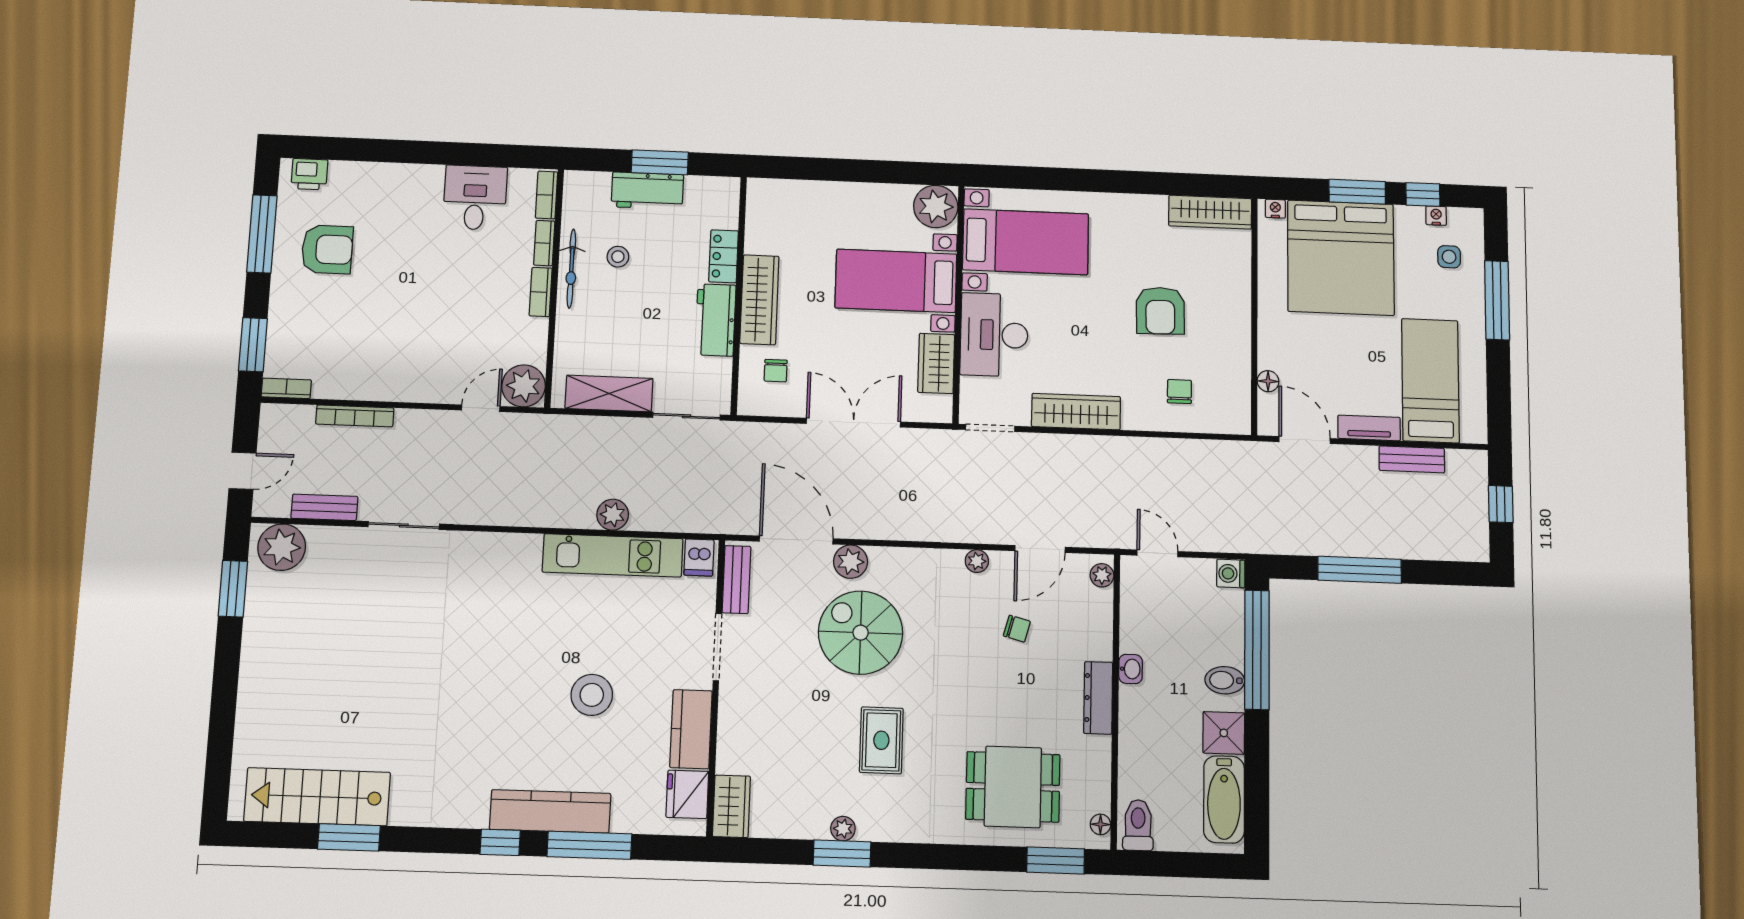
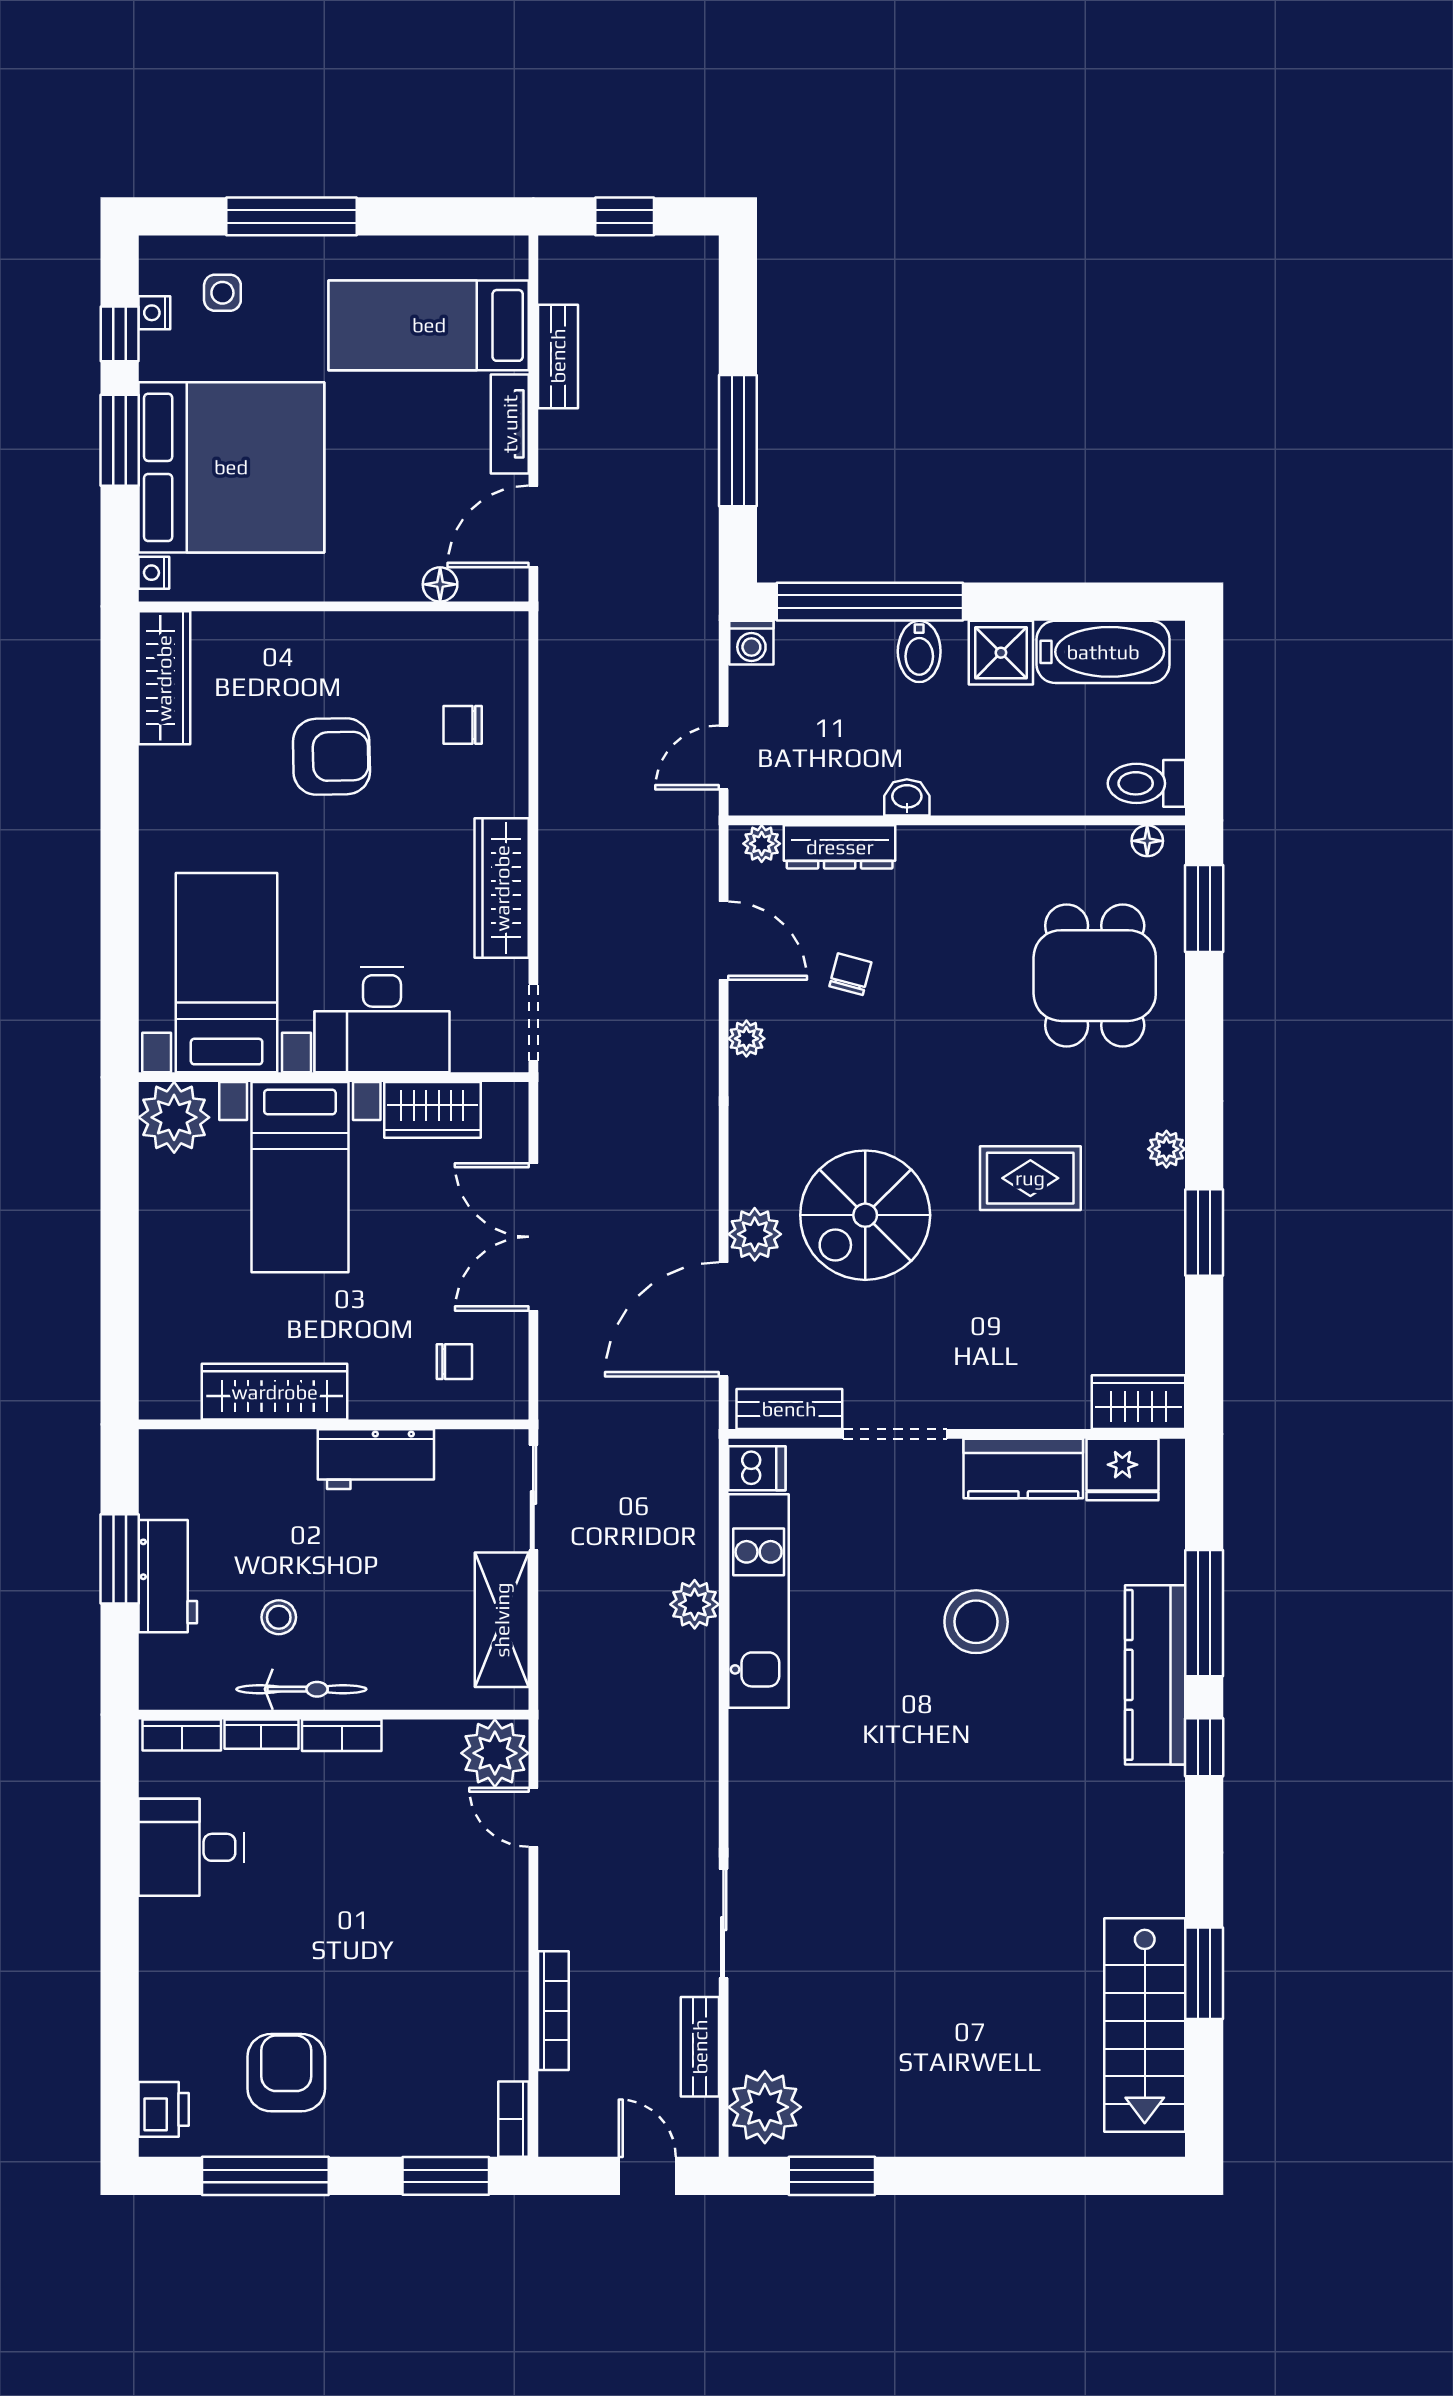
locker: (724, 256) -> (271, 1451), removed
wardrobe: (759, 300) -> (275, 1392), moved
dresser: (1098, 698) -> (840, 847), moved
plant: (843, 829) -> (1166, 1149), moved

